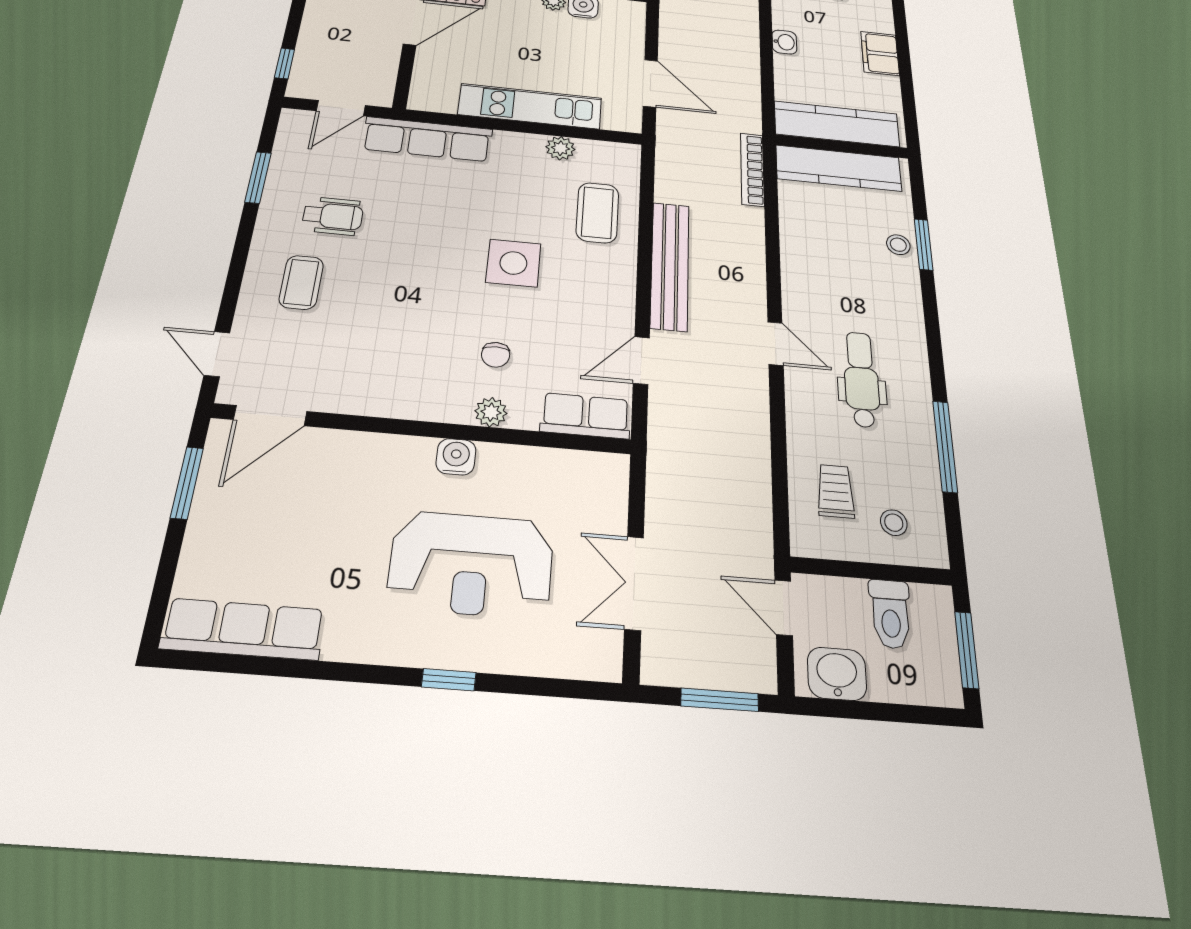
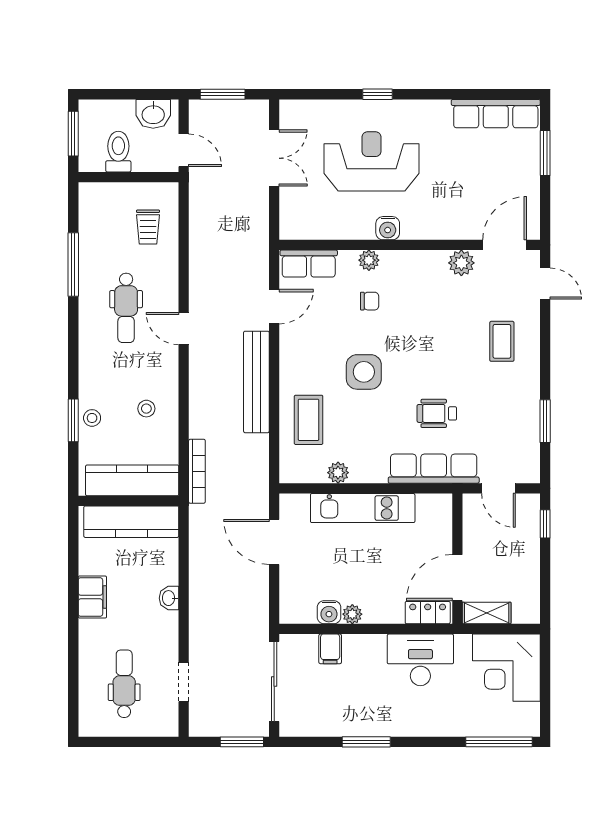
door: (341, 108) -> (499, 488), swing flipped
wheelchair: (333, 216) -> (437, 413), moved
chair: (496, 355) -> (370, 301), turned 90
plant: (345, 395) -> (461, 263), added
window: (187, 483) -> (545, 153), moved
stool: (894, 523) -> (146, 409), moved

